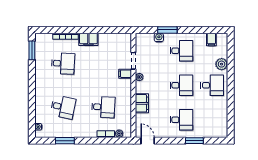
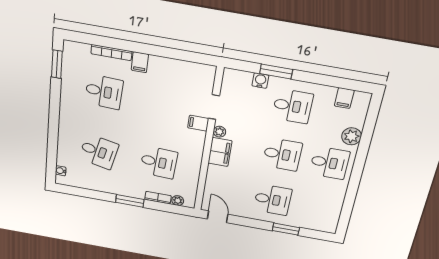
filing cabinet: (88, 39) -> (140, 62), width x0.50
filing cabinet: (142, 103) -> (220, 152), moved
window: (65, 141) -> (130, 201), moved

